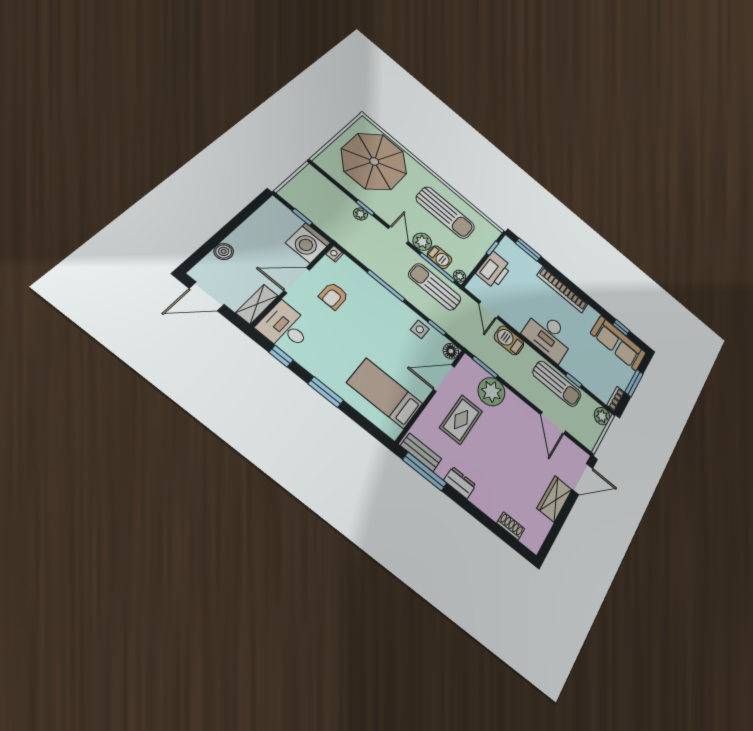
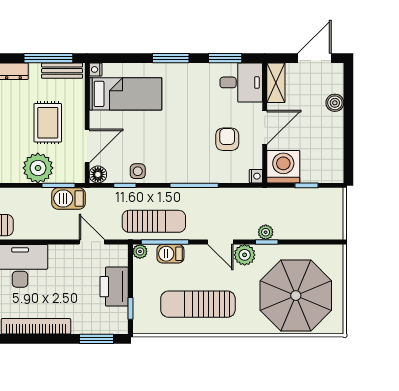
plant: (422, 242) -> (245, 255), moved
barbecue: (509, 340) -> (69, 198), moved, turned 180
window: (281, 356) -> (225, 58), width x1.50
nightstand: (394, 432) -> (96, 69), added

